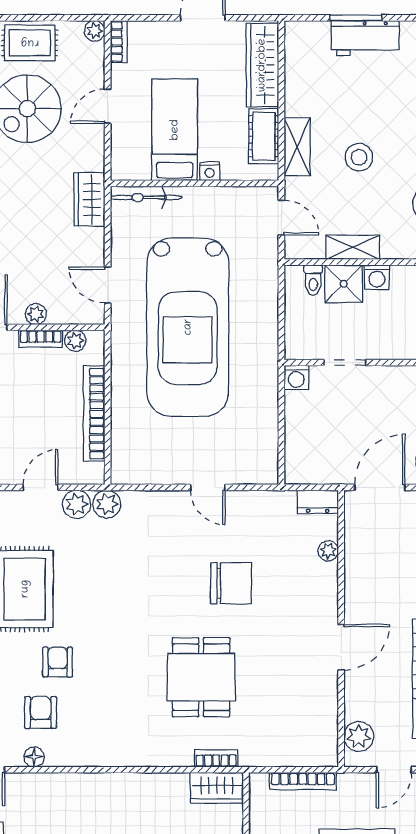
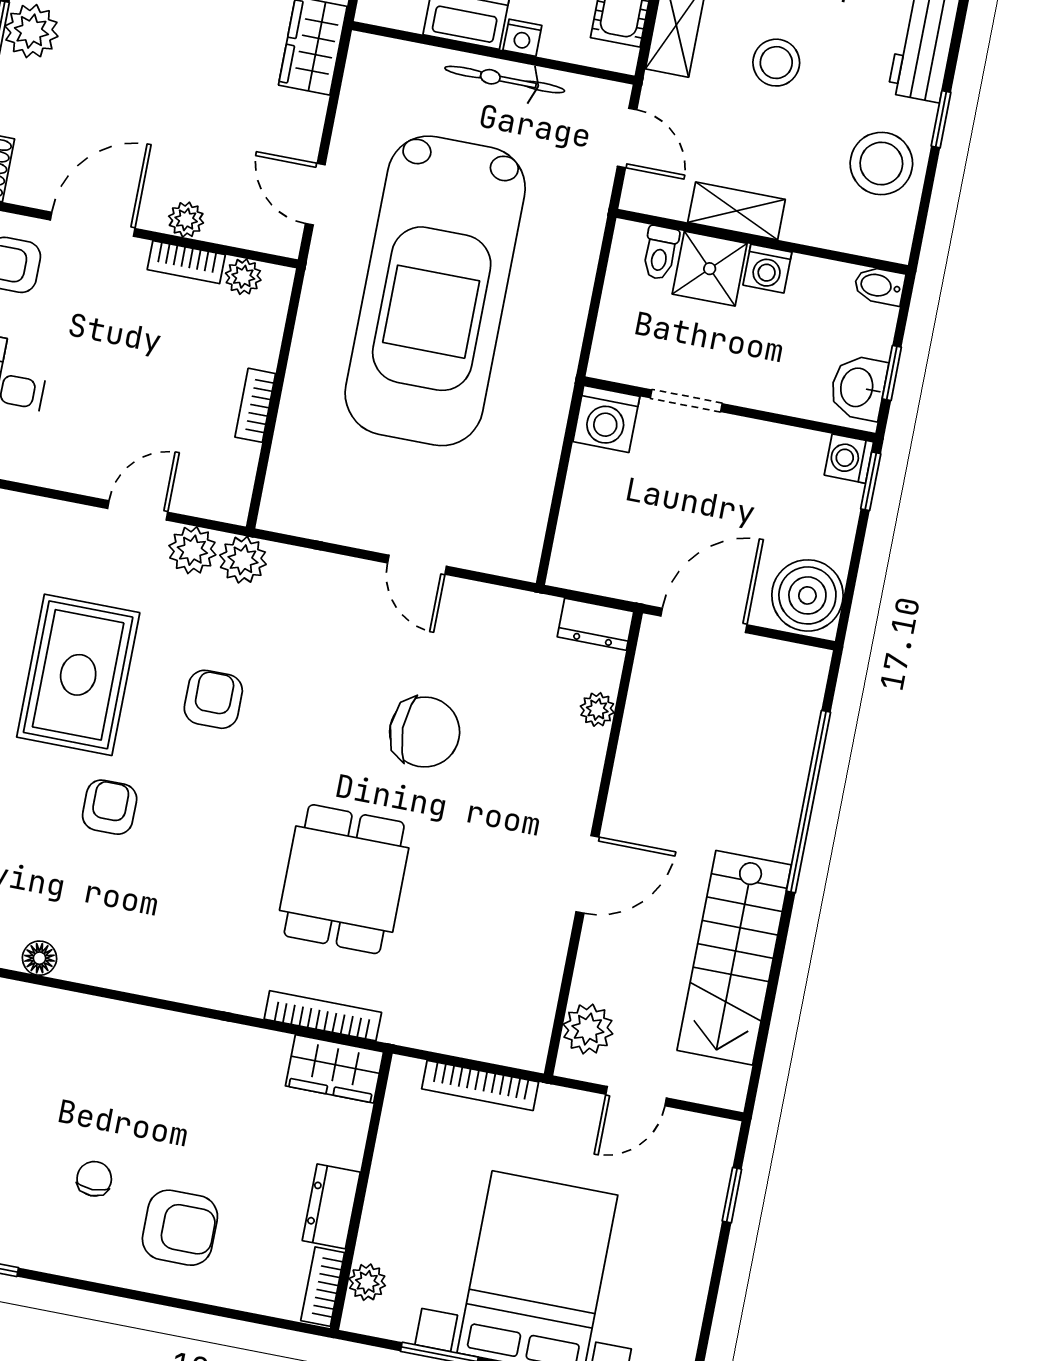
bicycle: (146, 197) -> (505, 80), moved
washing machine: (296, 378) -> (606, 419), width x1.38, depth x1.38
bookcase: (94, 414) -> (255, 405), width x0.43, depth x0.76
armchair: (41, 712) -> (213, 699), moved
bookcase: (216, 758) -> (323, 1016), width x1.56

